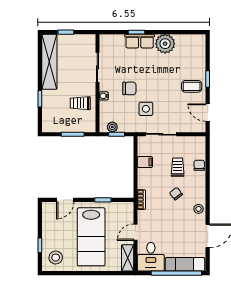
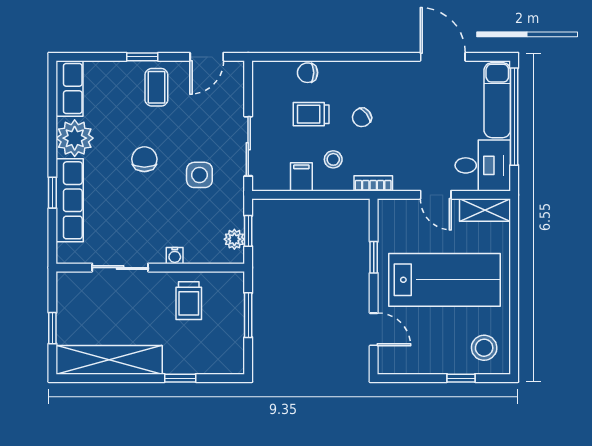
row of seats: (140, 41) -> (70, 200), width x1.48
row of seats: (191, 41) -> (70, 88), added
chair: (129, 88) -> (144, 159), moved
stool: (199, 209) -> (333, 159), moved

